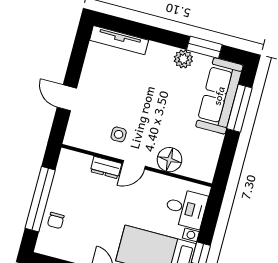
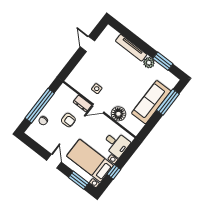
tv unit: (119, 40) -> (131, 48), moved
sofa: (219, 96) -> (151, 102), moved
door: (67, 98) -> (87, 44), moved
armchair: (95, 203) -> (68, 120), added

